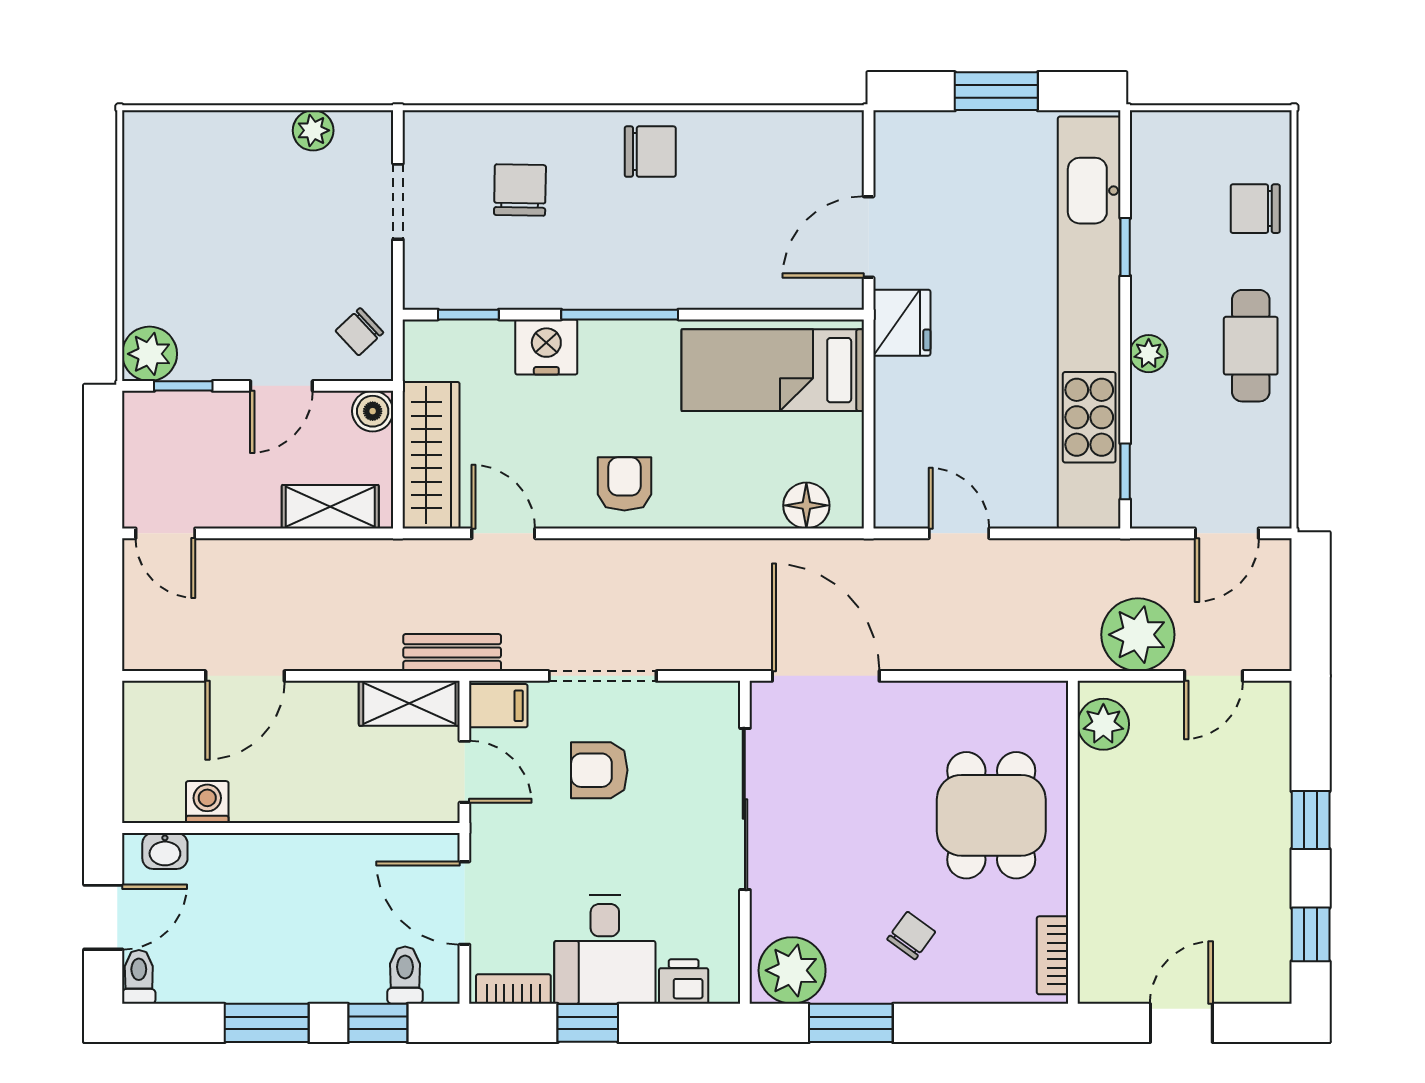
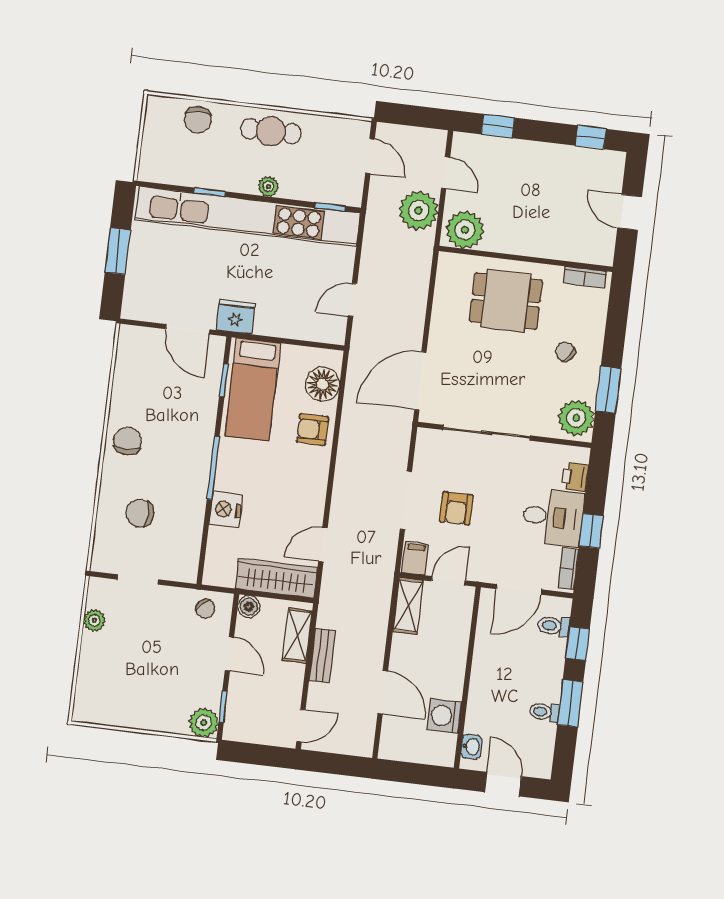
window: (468, 315) -> (224, 381), moved
armchair: (624, 484) -> (313, 429), moved
floor lamp: (806, 505) -> (322, 384), width x1.38, depth x1.38
bench: (452, 653) -> (322, 656), moved
plant: (1103, 724) -> (465, 230), width x1.36, depth x1.36
washing machine: (207, 802) -> (444, 716), width x1.38, depth x1.38
window: (1311, 820) -> (498, 126), moved
toilet: (139, 977) -> (544, 712), moved

